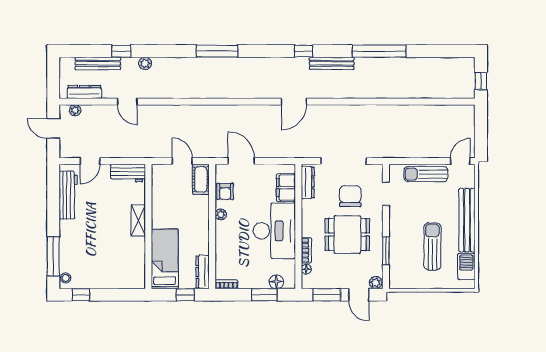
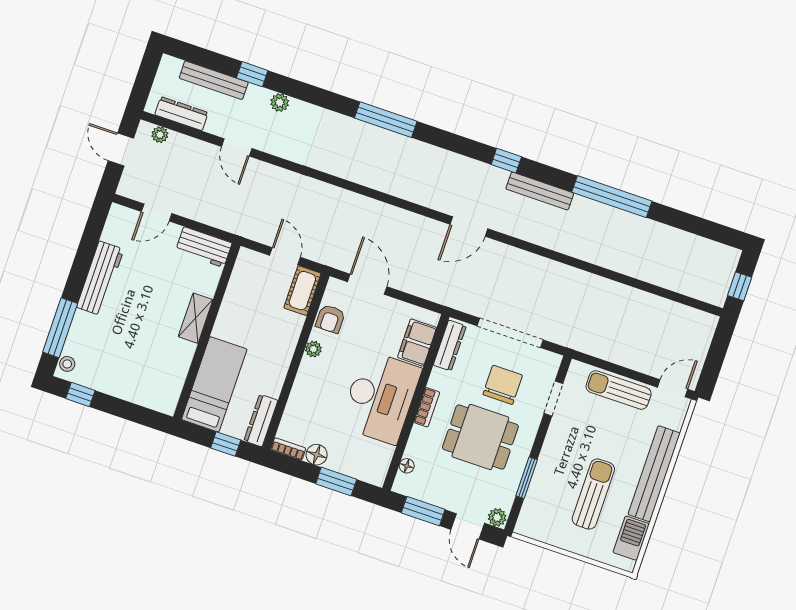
workbench: (68, 195) -> (100, 278), moved
bookcase: (306, 250) -> (427, 407), moved
floor lamp: (276, 282) -> (317, 455), moved

